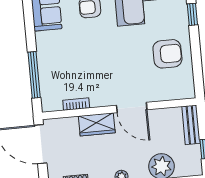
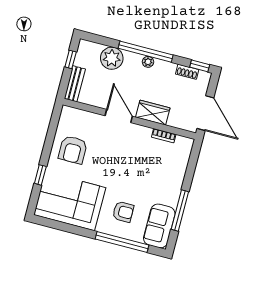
armchair: (167, 54) -> (73, 150), turned -90
window: (34, 75) -> (180, 210), moved

